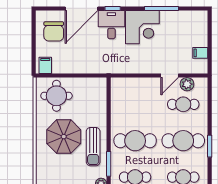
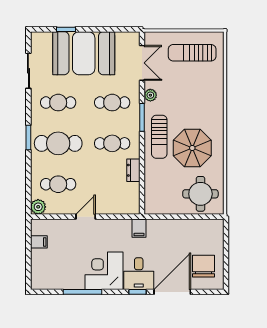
filing cabinet: (45, 65) -> (139, 228), moved
door: (170, 75) -> (86, 217), moved
plant: (187, 84) -> (38, 207), moved
dresser: (116, 117) -> (133, 170), added
cafe table: (135, 141) -> (112, 143), width x0.73, depth x0.74
sun lounger: (93, 147) -> (159, 137), turned 180

